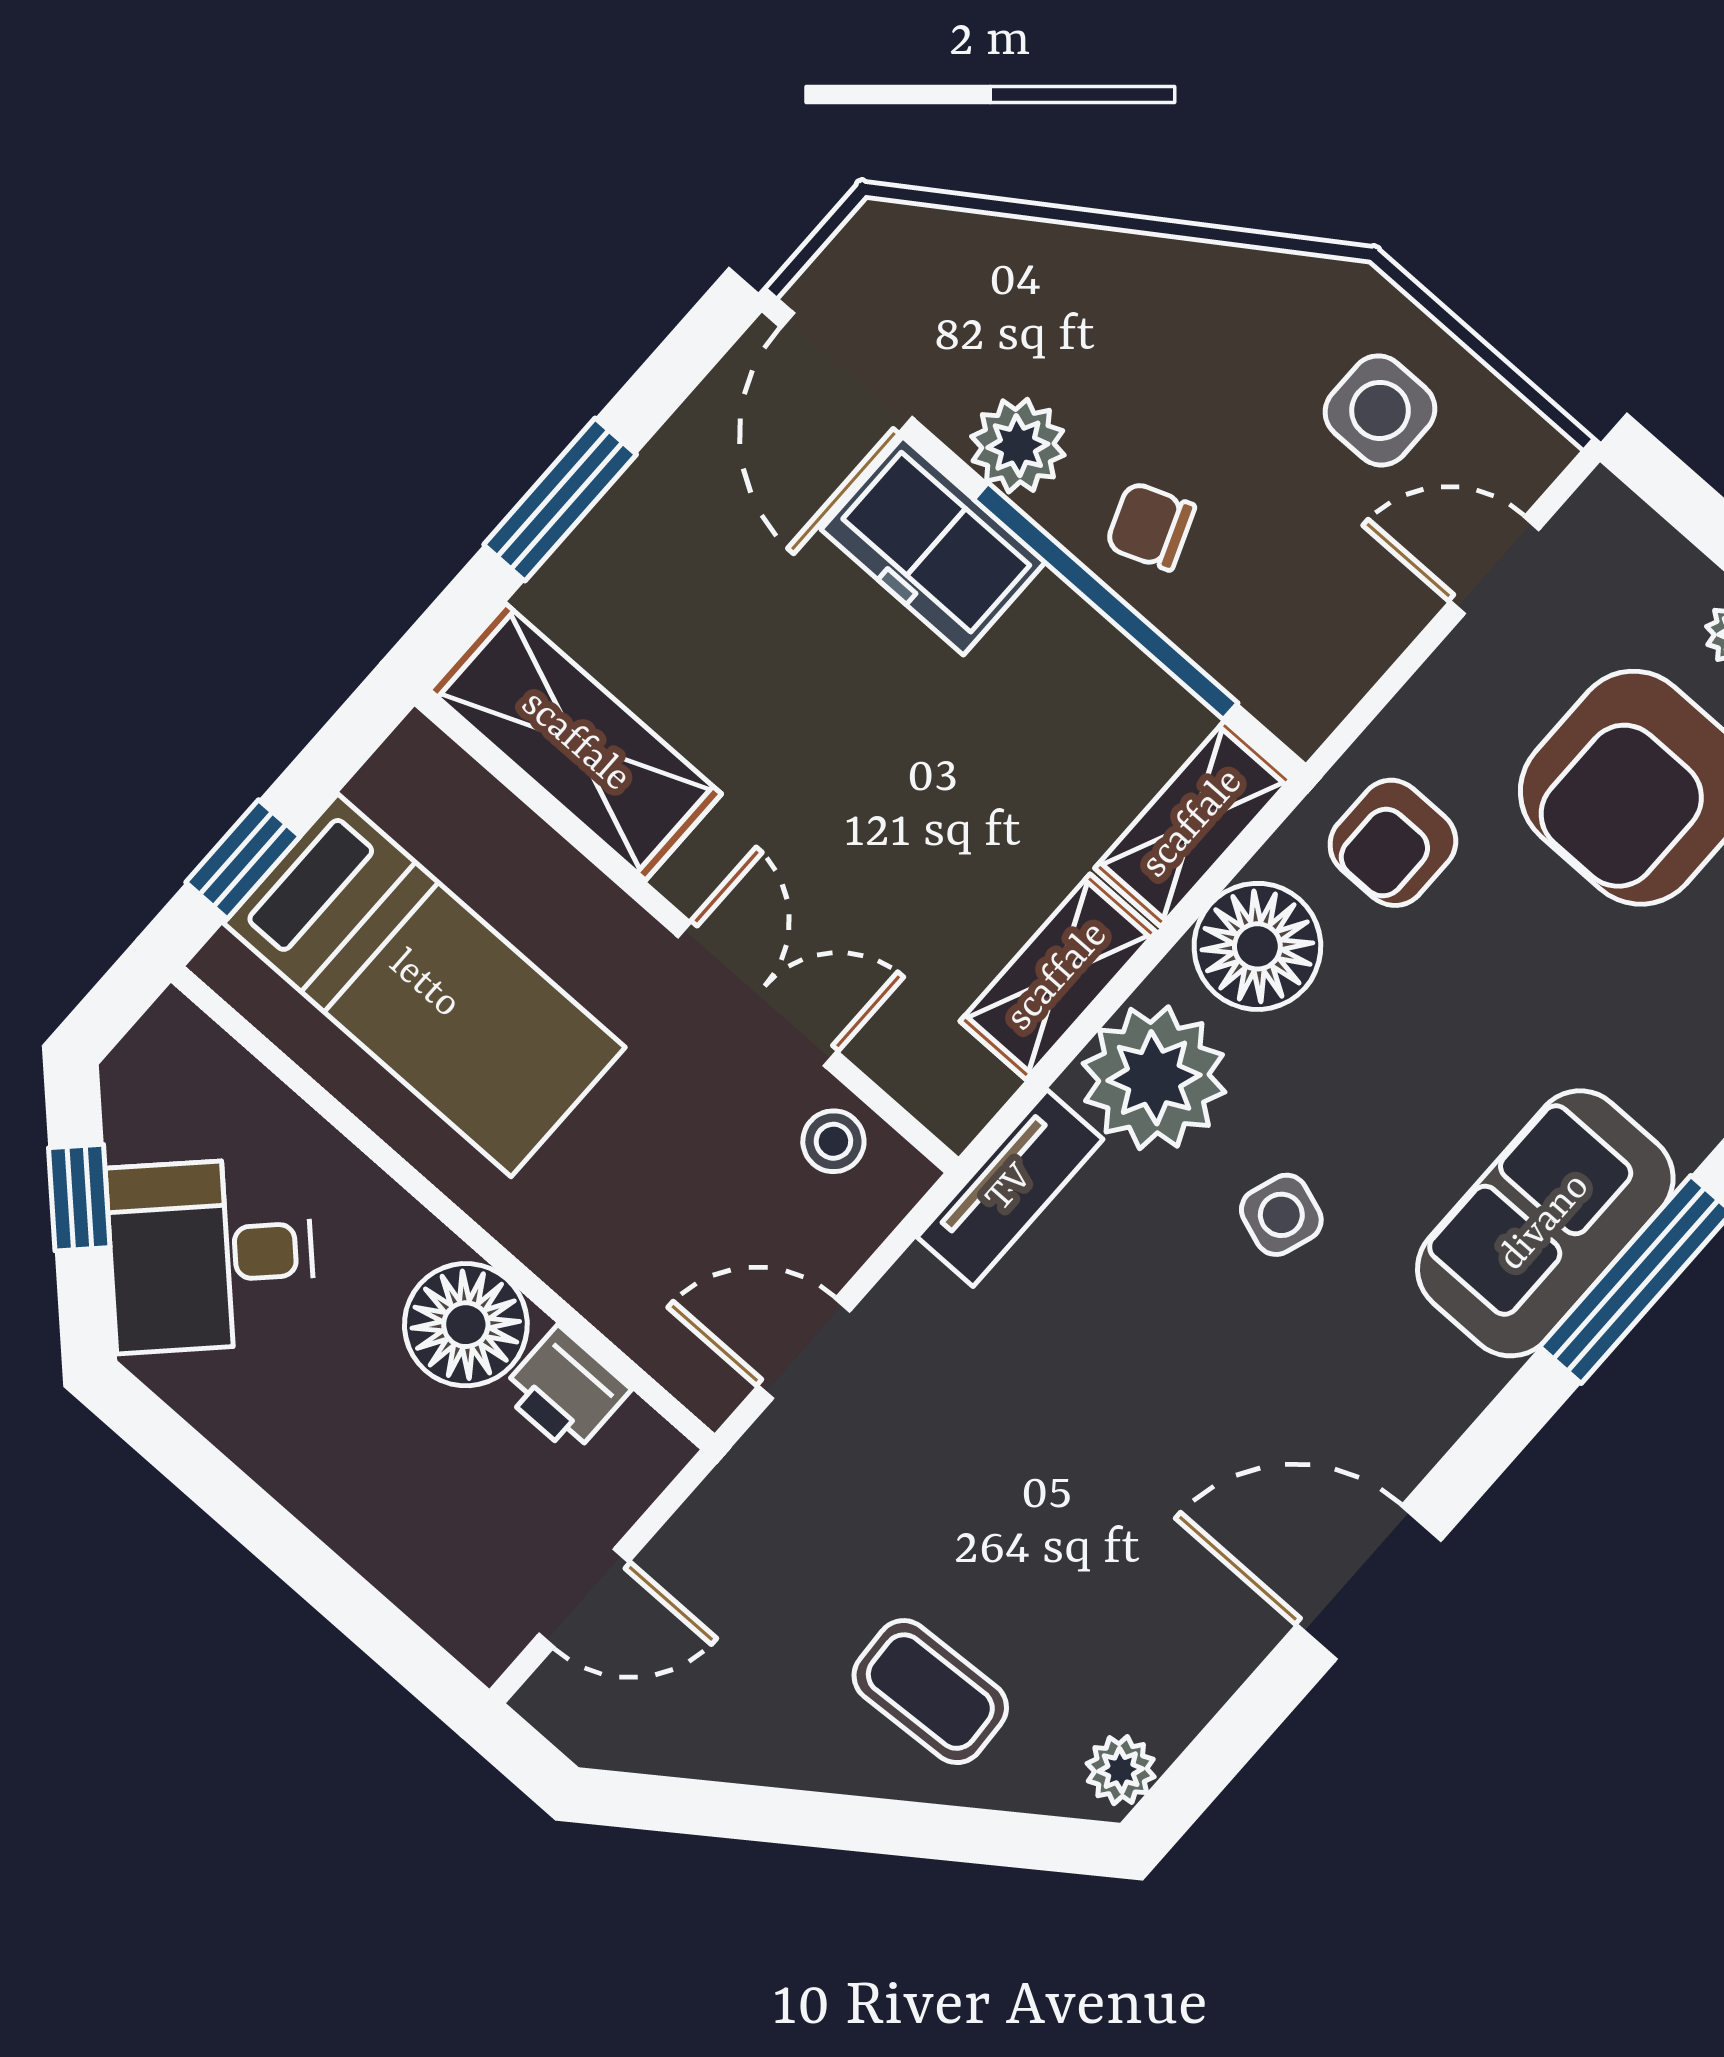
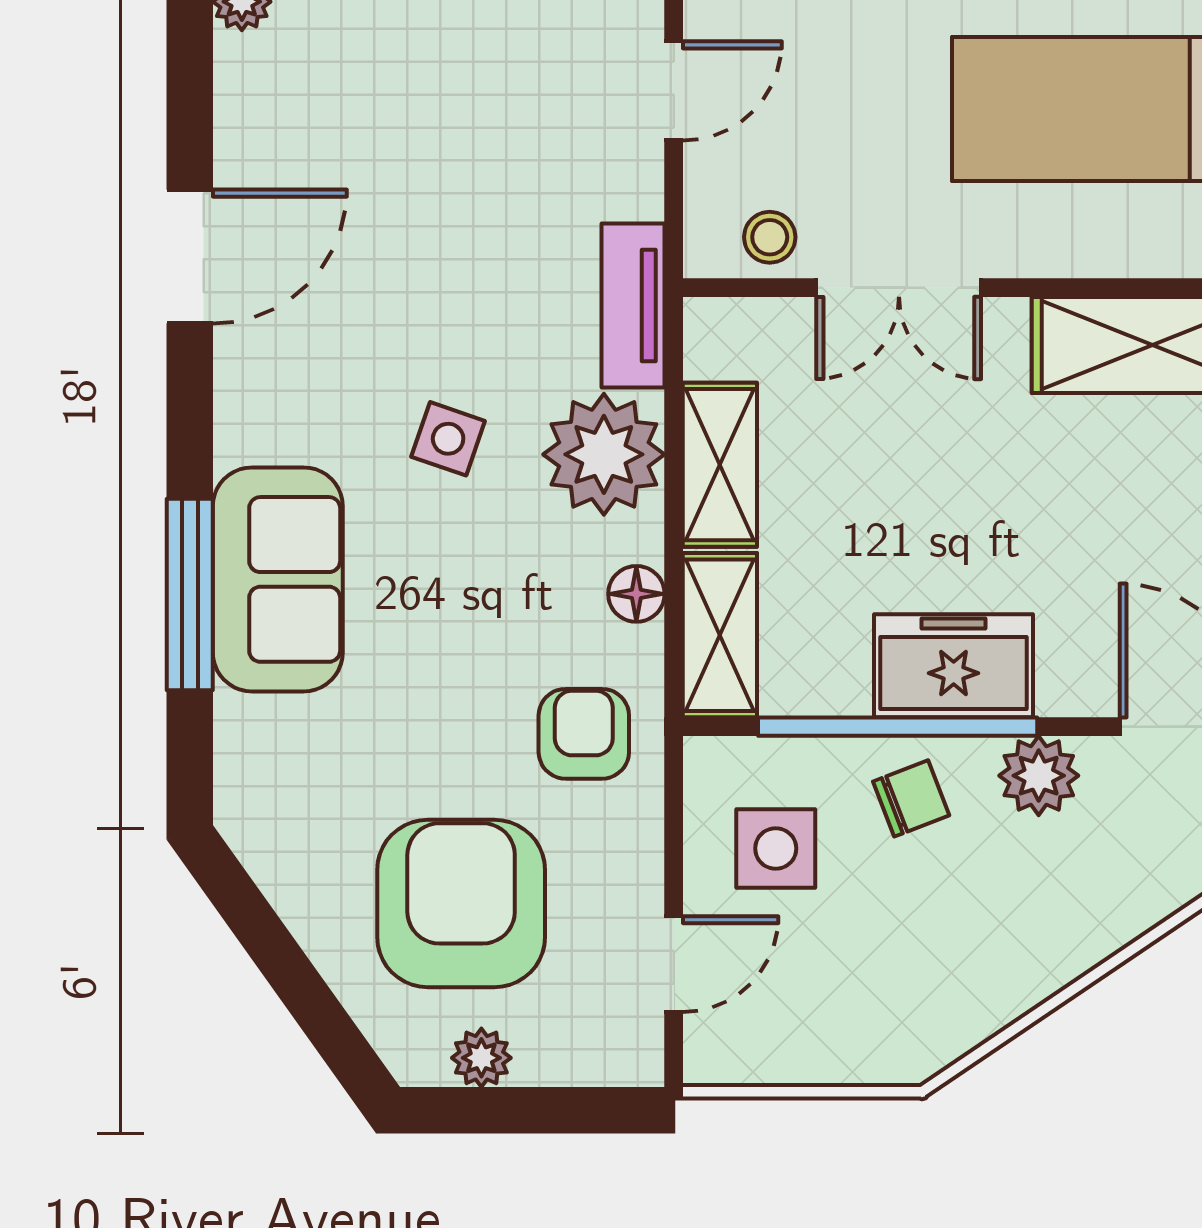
side table: (1380, 410) -> (776, 848), moved
freezer: (933, 546) -> (954, 666), moved
floor lamp: (1257, 946) -> (636, 594), width x0.53, depth x0.53

